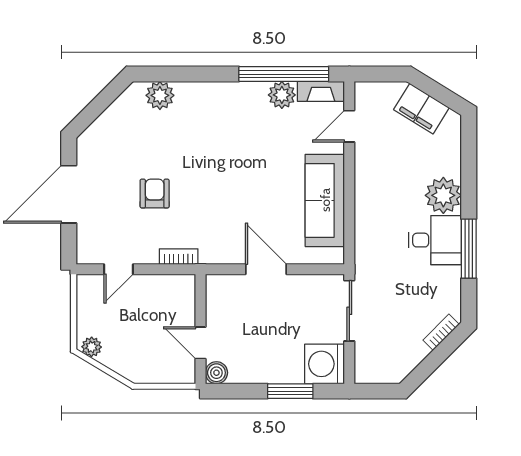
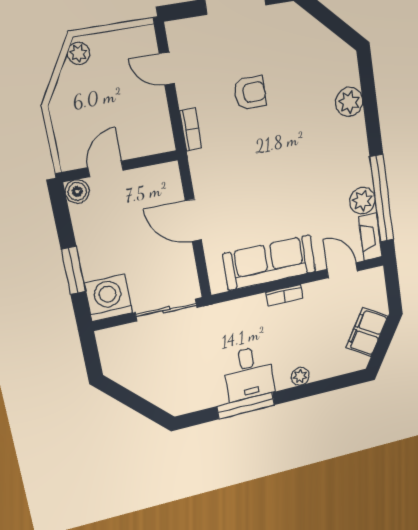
plant: (160, 95) -> (349, 102), moved
plant: (443, 195) -> (300, 376), width x0.53, depth x0.53
door: (266, 269) -> (193, 220), swing flipped
bookcase: (441, 332) -> (284, 295), moved, turned 135

